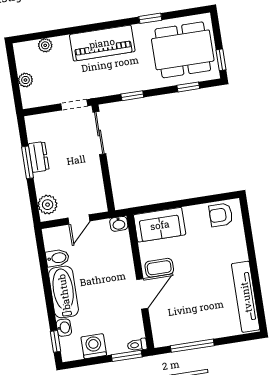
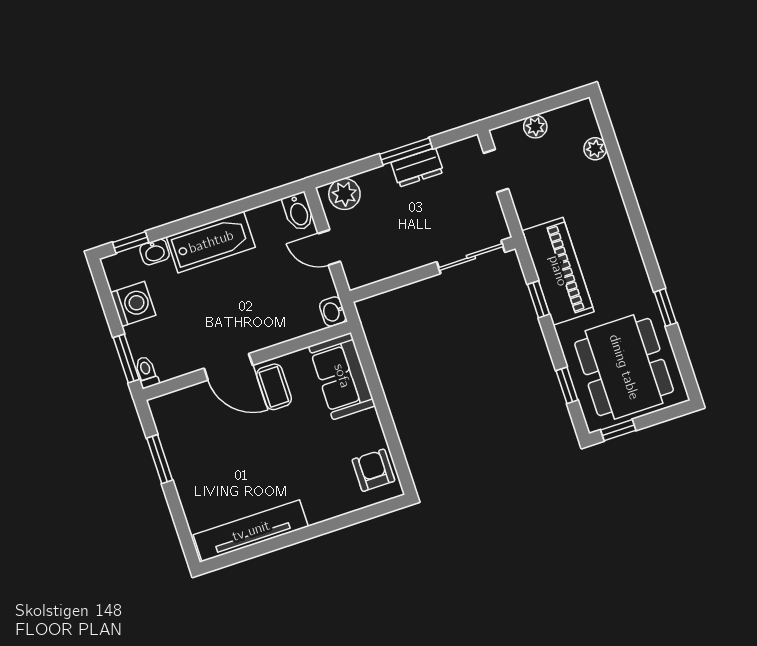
piano: (102, 43) -> (558, 271), moved, turned 180
doorway: (74, 105) -> (496, 171), moved
bidet: (57, 258) -> (298, 212), moved
window: (192, 346) -> (160, 459), width x0.69

